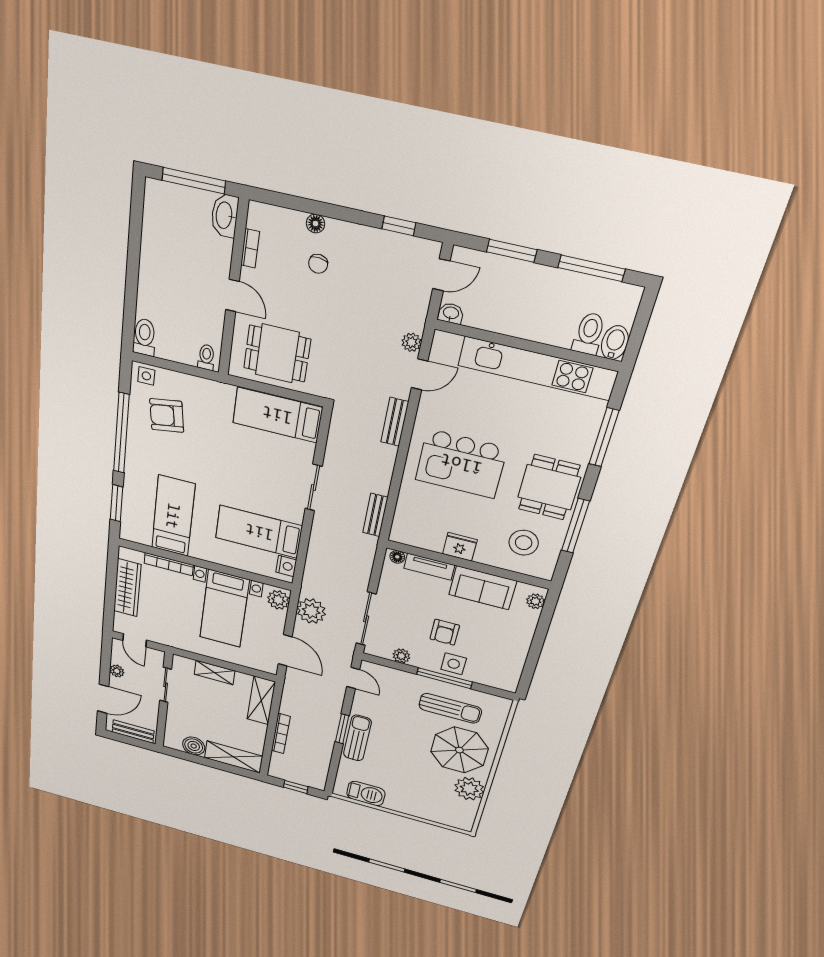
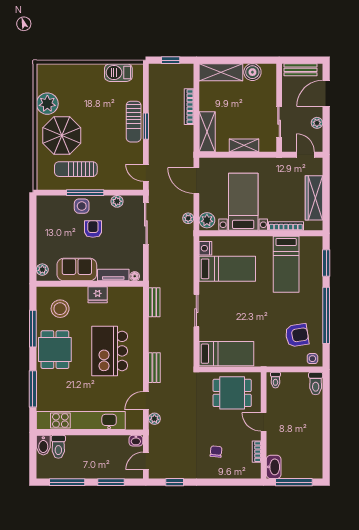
floor lamp: (316, 224) -> (221, 474), removed
kitchen island: (461, 464) -> (110, 351), turned -90
plant: (311, 611) -> (188, 218), width x0.53, depth x0.53

